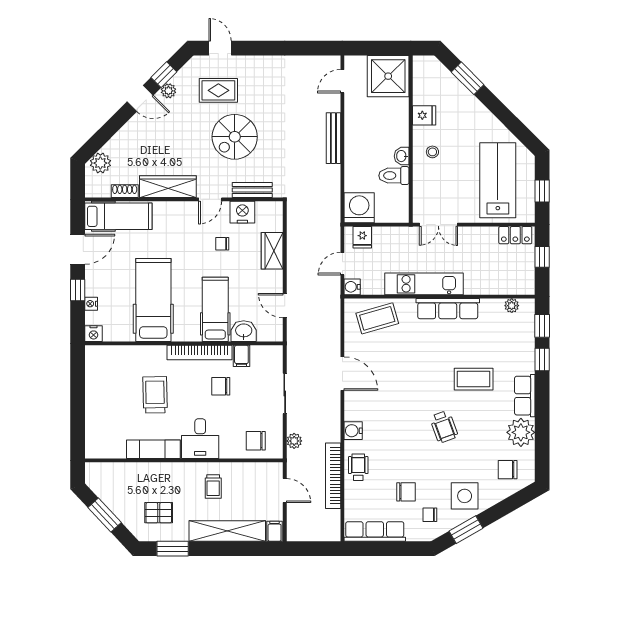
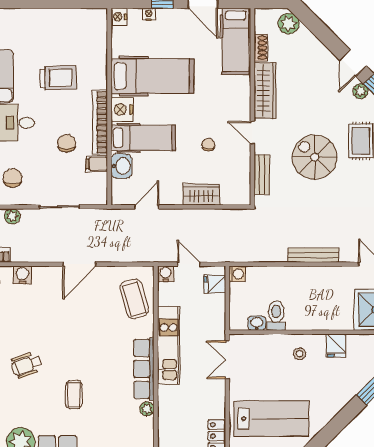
washbasin: (402, 156) -> (257, 323), moved
washing machine: (359, 208) -> (237, 274), width x0.53, depth x0.53
nightstand: (242, 212) -> (122, 110), moved, turned 180
plant: (512, 306) -> (147, 409), moved
coffee table: (474, 379) -> (74, 395), width x0.73, depth x0.77

